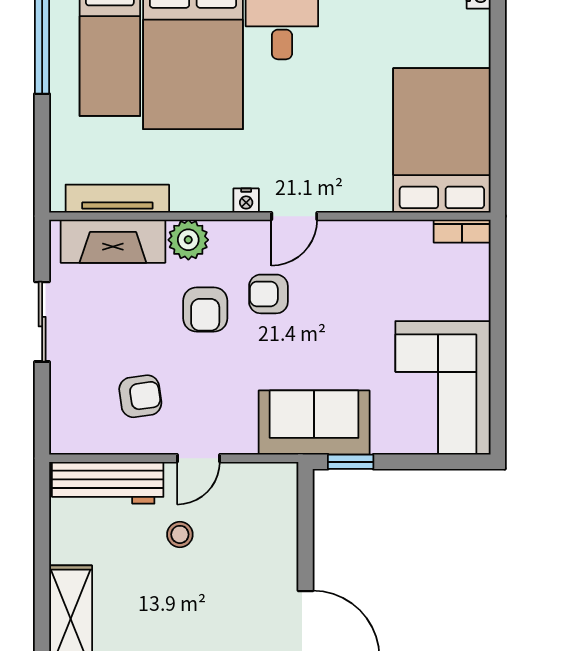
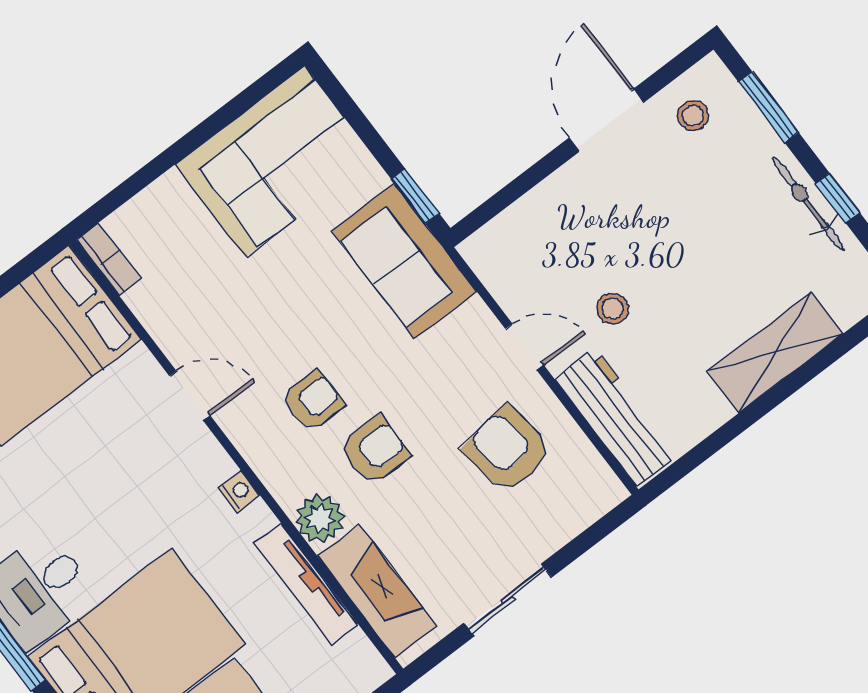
tv unit: (117, 199) -> (306, 584), moved
door: (294, 216) -> (190, 396), moved
armchair: (268, 294) -> (313, 401), turned -90
armchair: (140, 396) -> (507, 449), width x1.38, depth x1.38

